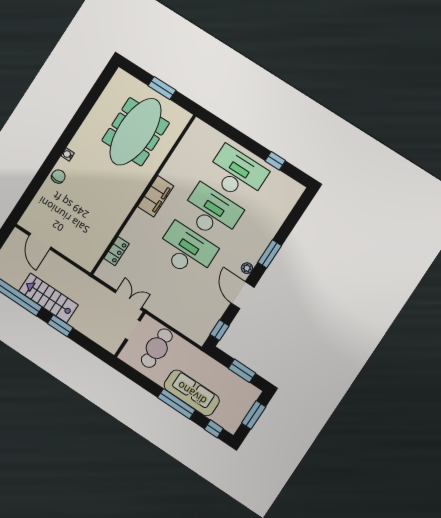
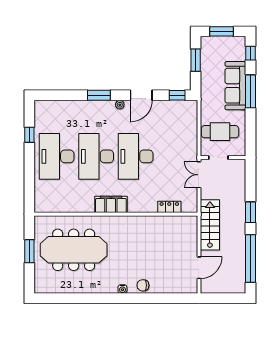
stairs: (48, 298) -> (210, 225), moved, turned 180

